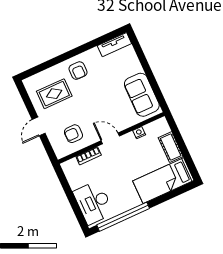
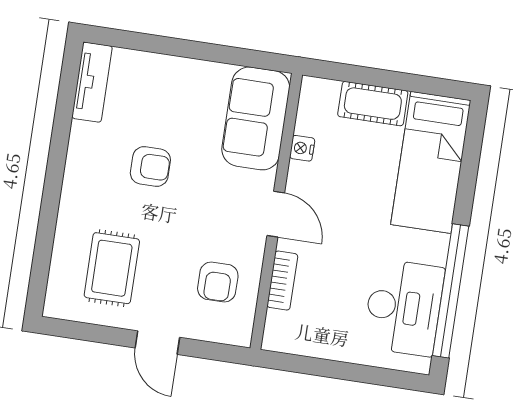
armchair: (78, 71) -> (150, 167), moved
sofa: (142, 95) -> (256, 118), moved, turned 90
door: (110, 138) -> (276, 214), swing flipped
desk: (93, 203) -> (404, 307), moved, turned -90

